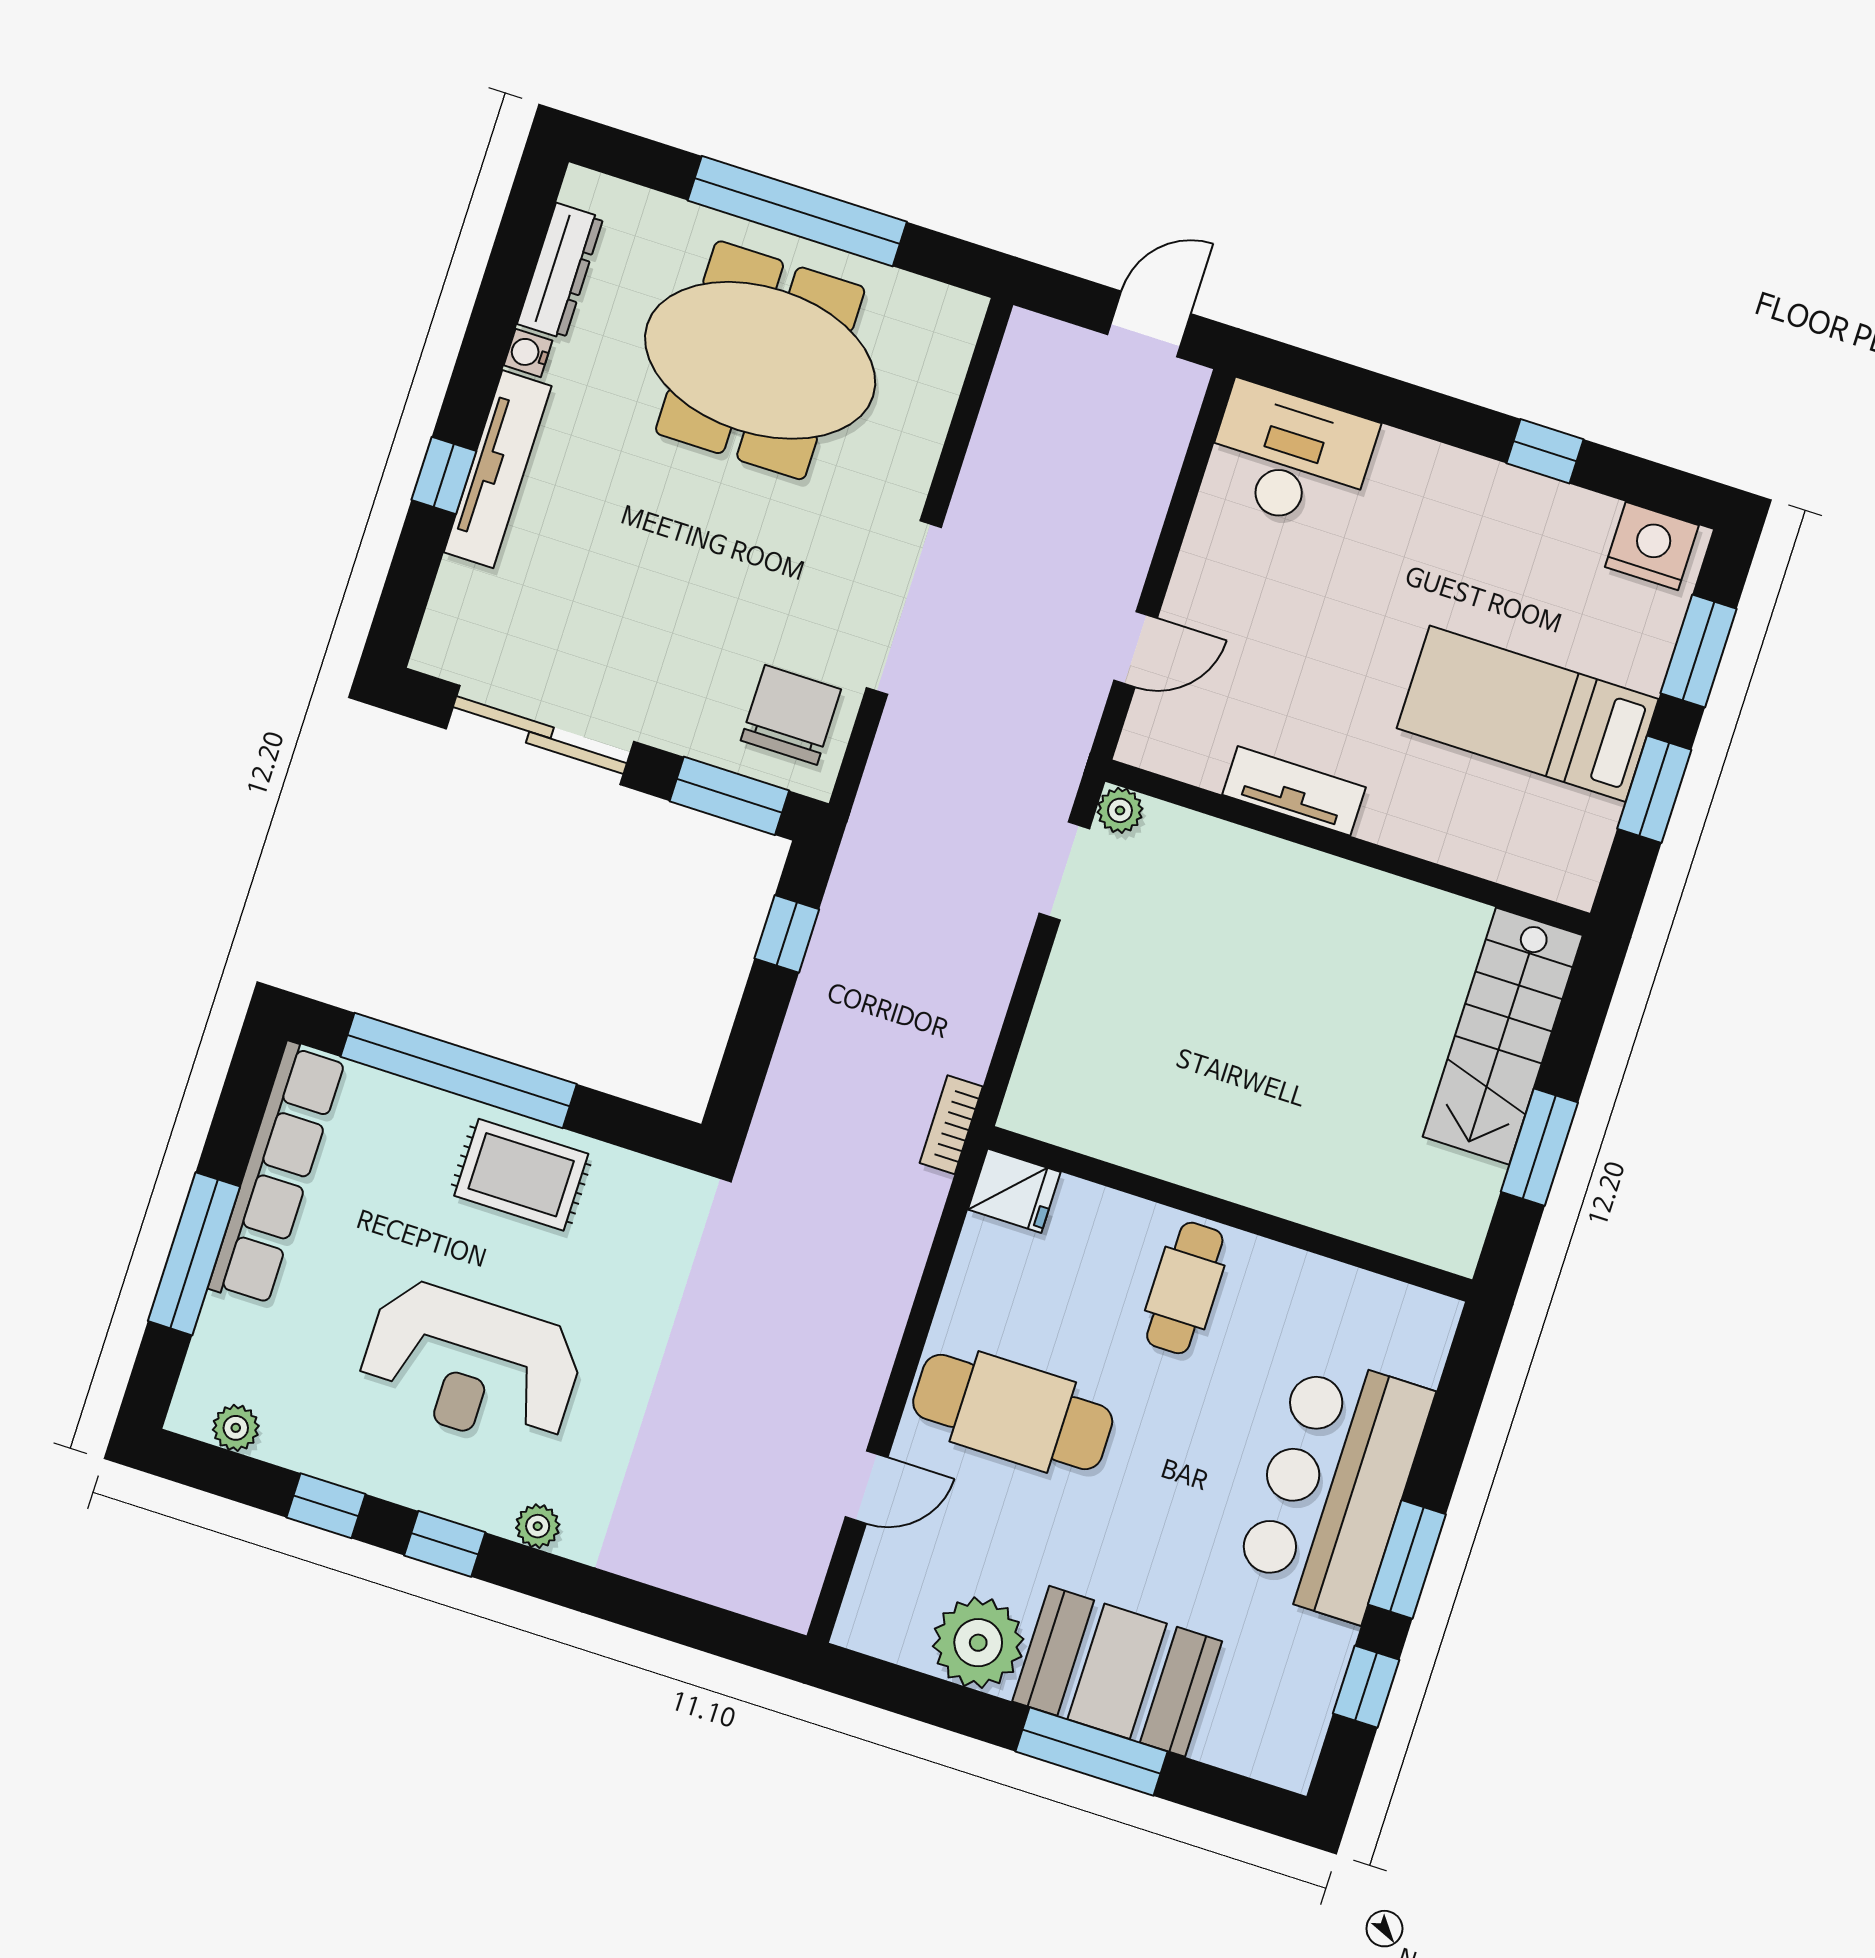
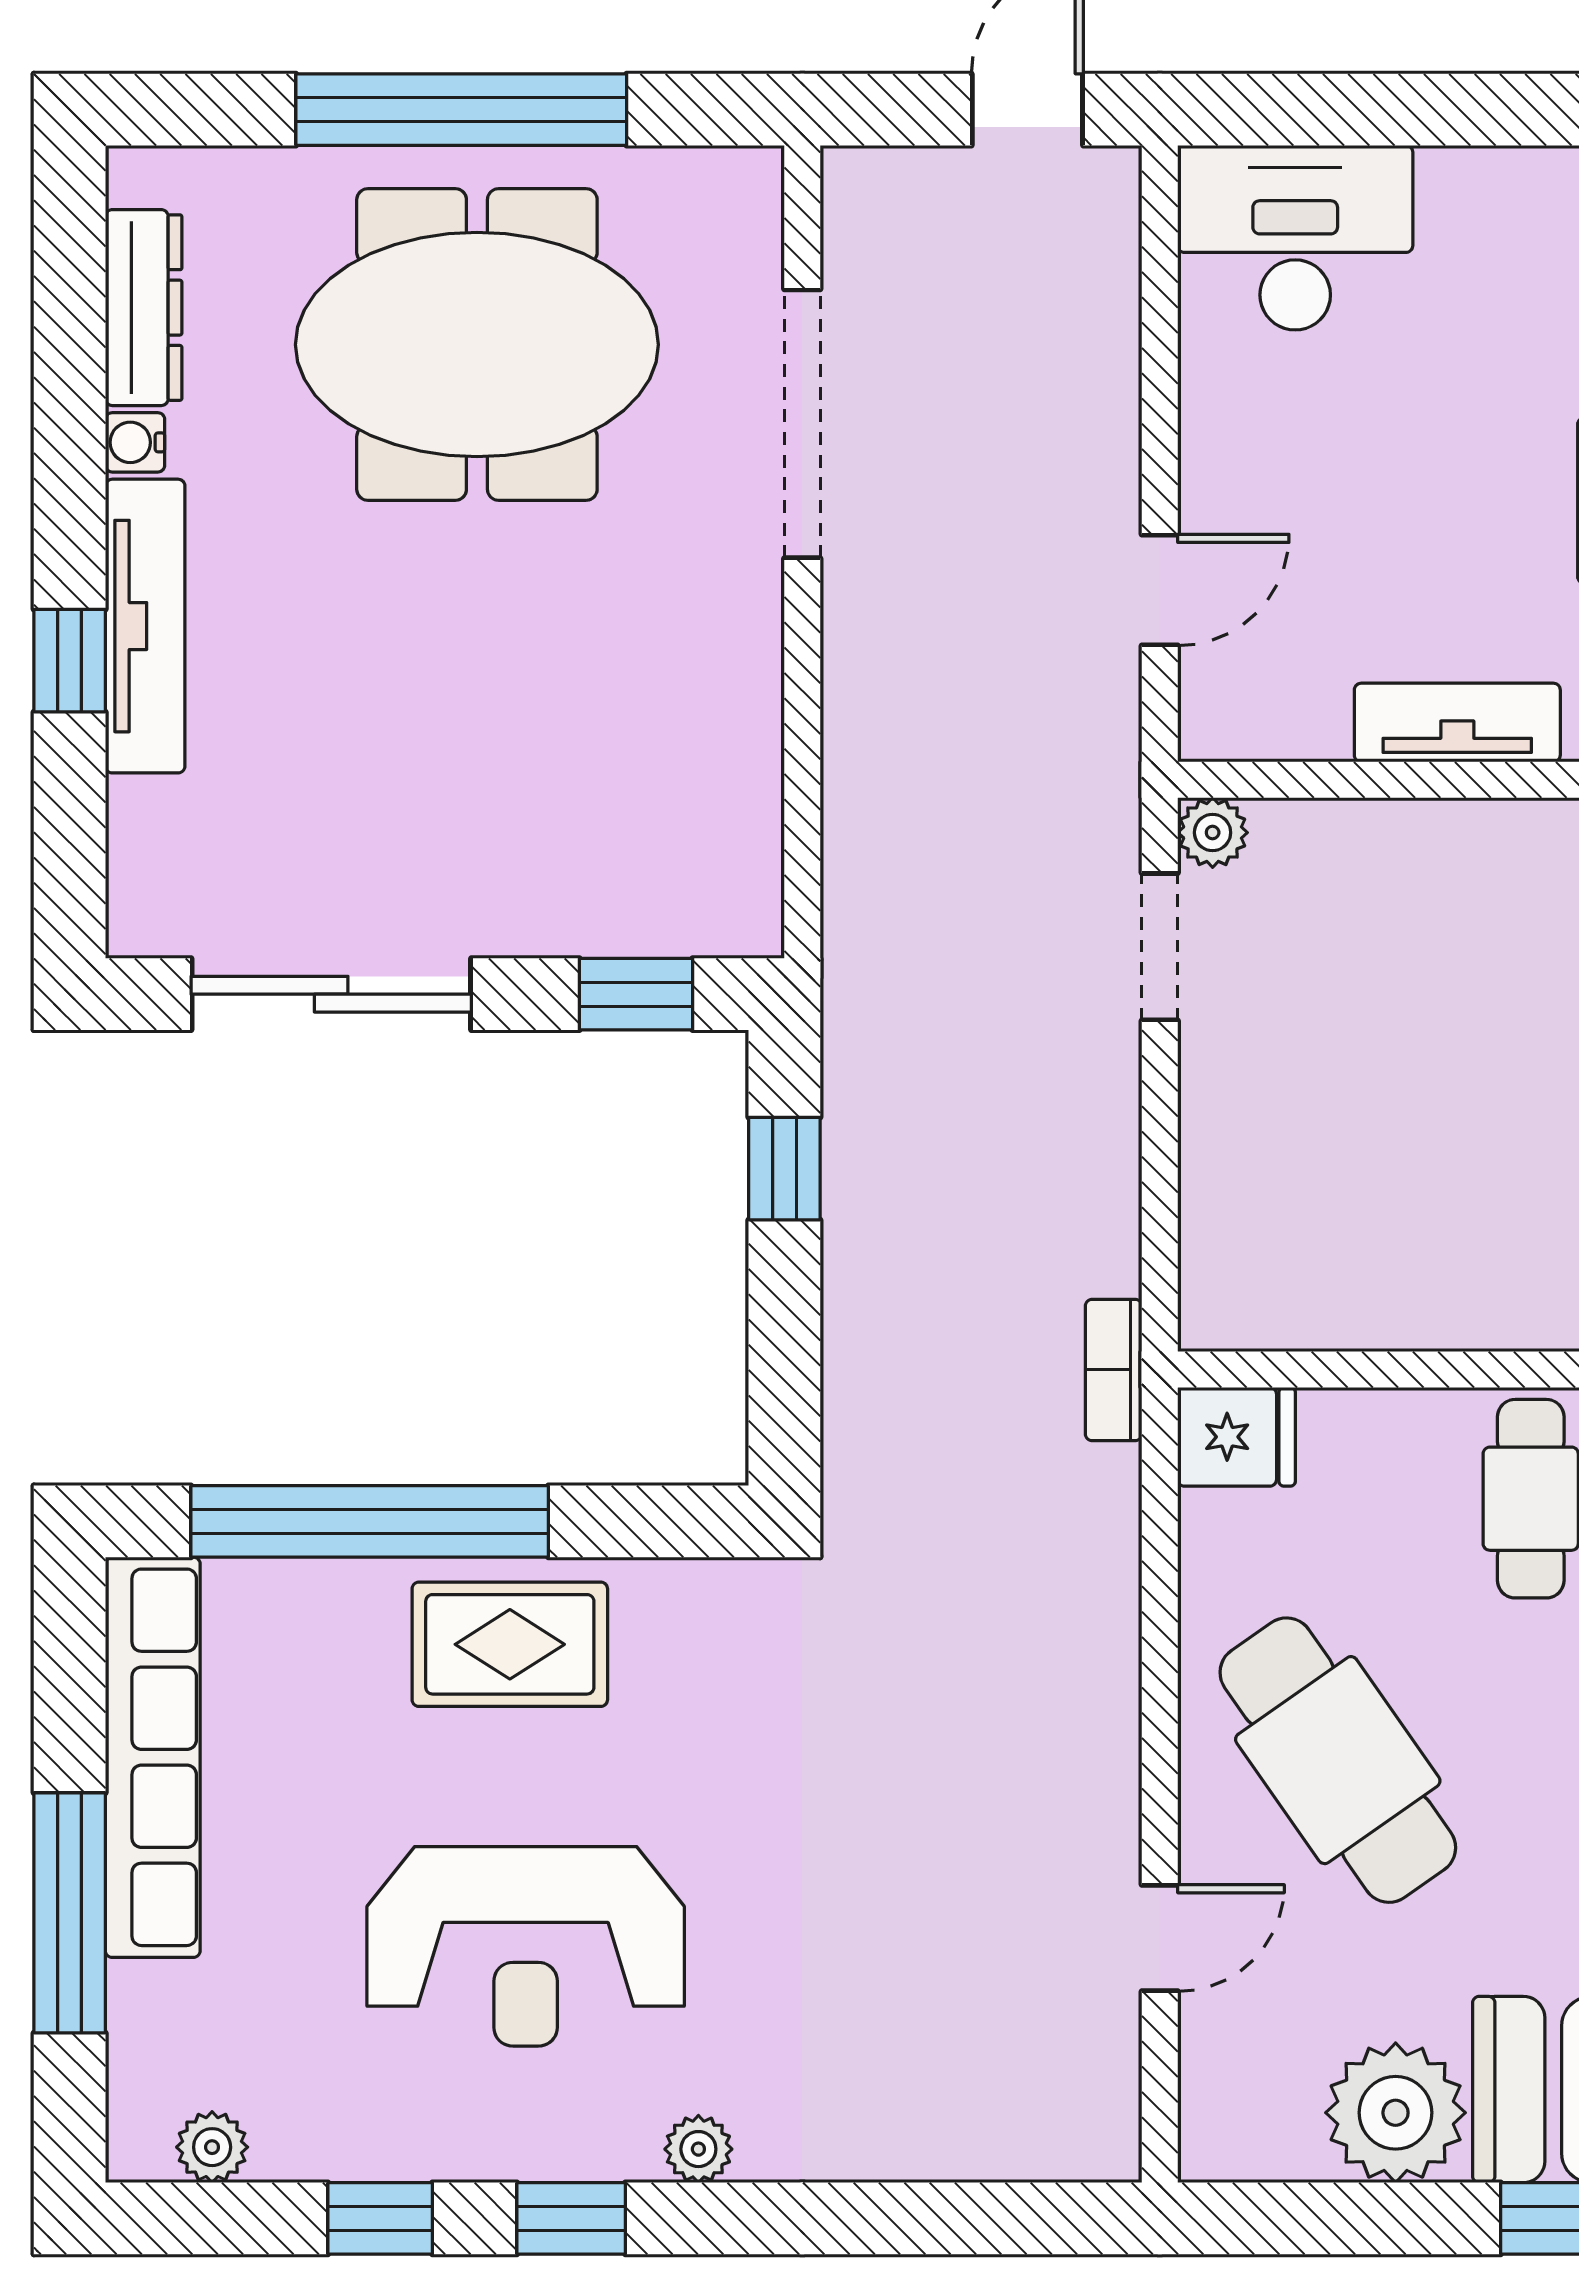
doorway: (904, 607) -> (802, 424), moved
chair: (791, 715) -> (688, 847), removed
window: (729, 796) -> (636, 994), width x0.67
cafe table: (1013, 1412) -> (1338, 1760), turned 55

